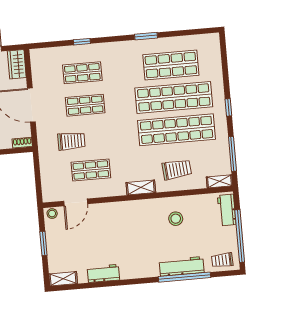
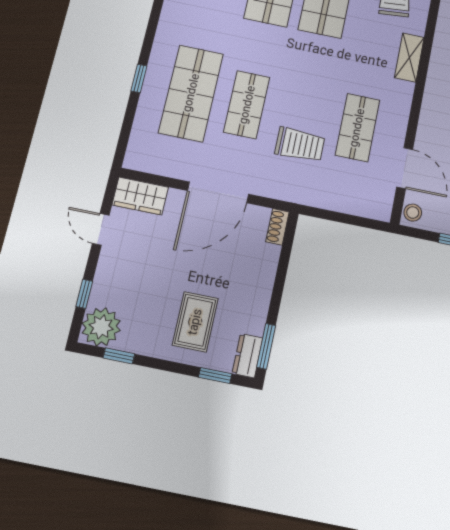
shop shelf: (82, 73) -> (191, 93), width x1.43, depth x1.36
trolley: (71, 141) -> (300, 145), turned 90

